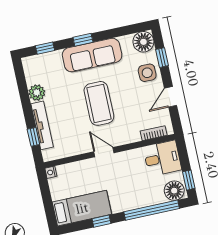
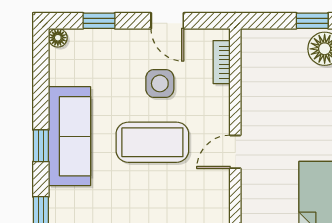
floor lamp: (143, 42) -> (58, 38), width x0.53, depth x0.53
side table: (147, 73) -> (160, 83), moved
desk: (162, 158) -> (267, 57), removed

